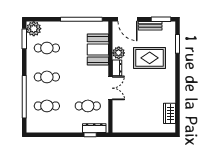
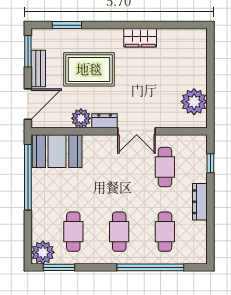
booth: (98, 49) -> (57, 151), moved
rug: (150, 58) -> (89, 69), turned 90
double door: (110, 88) -> (137, 131), swing flipped
wardrobe: (170, 113) -> (140, 38), moved
plant: (129, 124) -> (194, 102), added
dresser: (94, 128) -> (200, 202), moved

